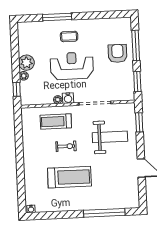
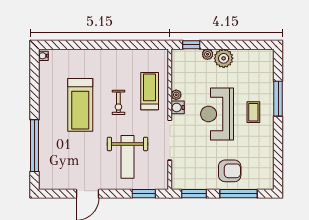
reception desk: (72, 66) -> (217, 114), turned 180

